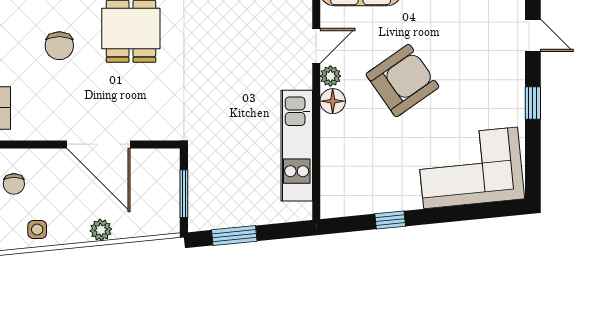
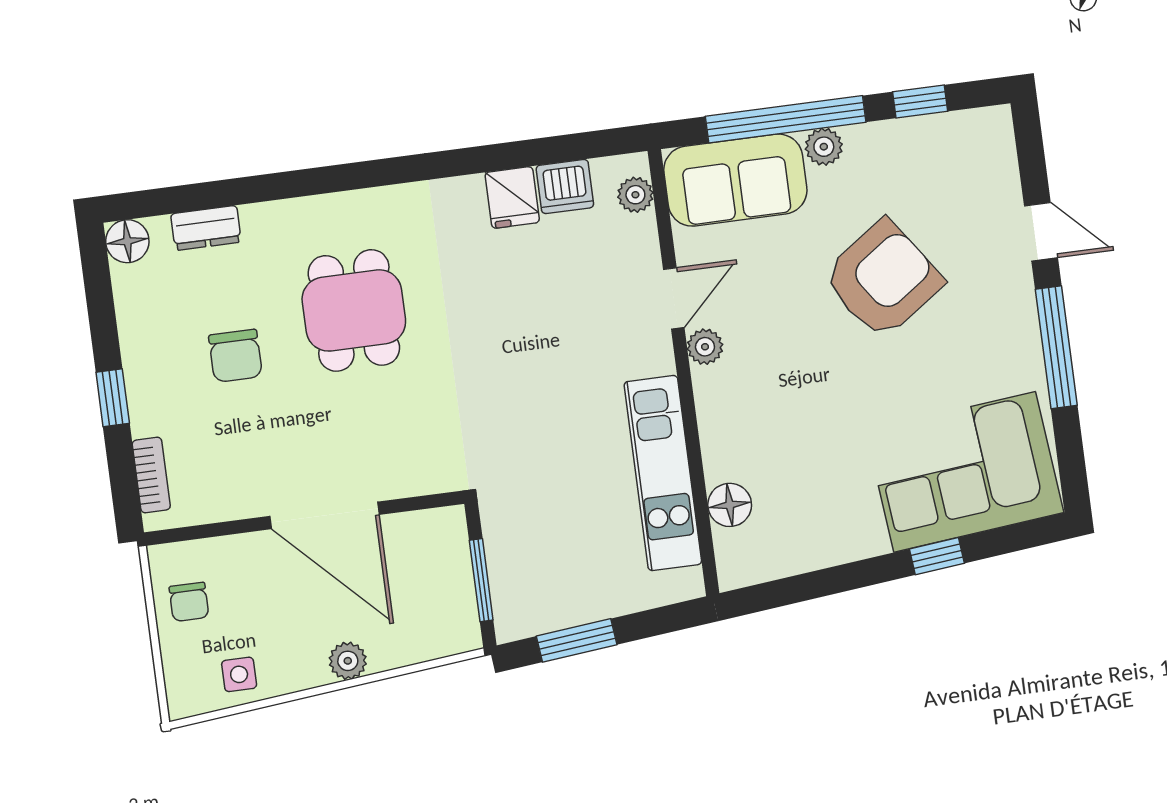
armchair: (402, 81) -> (883, 279), moved
floor lamp: (333, 101) -> (730, 505), moved
window: (533, 103) -> (1056, 347), width x2.17
window: (390, 220) -> (937, 556), moved

